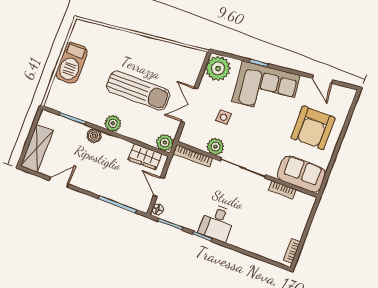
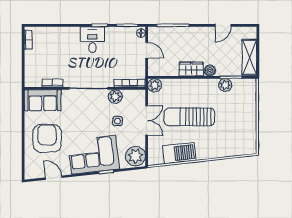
barbecue: (71, 63) -> (179, 153), moved, turned 84
plant: (113, 123) -> (225, 85), moved
shelving: (37, 148) -> (249, 57), moved
wardrobe: (145, 157) -> (191, 69), moved

